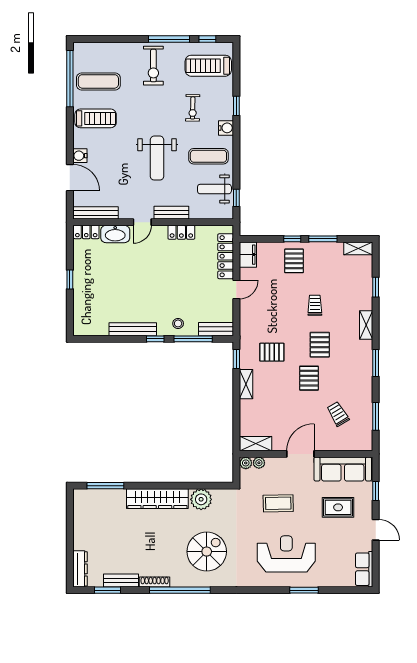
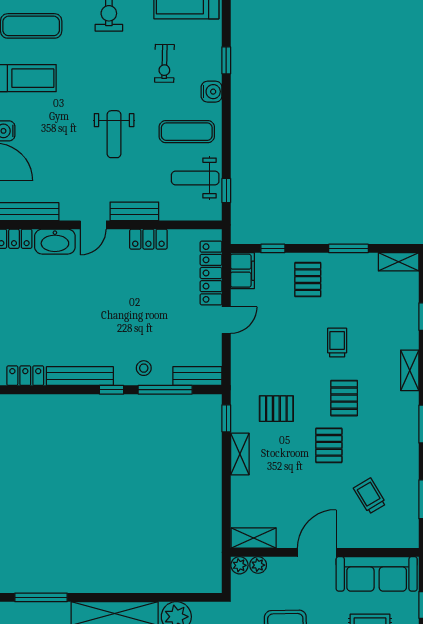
weight bench: (157, 158) -> (114, 134), width x0.73, depth x0.75
window: (292, 239) -> (273, 248), moved
locker: (94, 329) -> (25, 376), added

